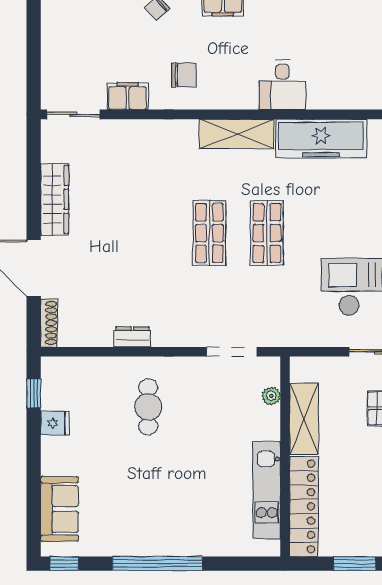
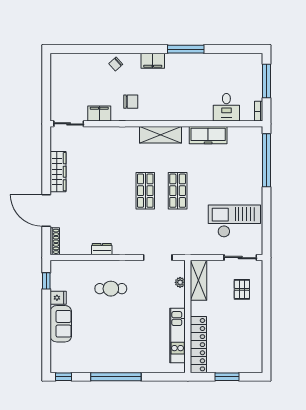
desk: (282, 85) -> (226, 107), moved
freezer: (321, 139) -> (208, 135), width x0.73, depth x0.79
cafe table: (148, 407) -> (111, 289), turned 90
shelving: (304, 419) -> (199, 280), moved
sofa: (59, 509) -> (61, 324), moved

